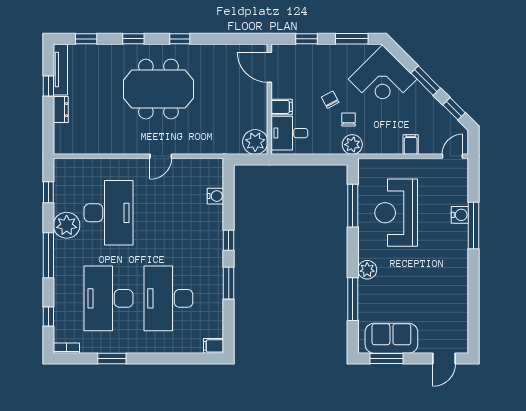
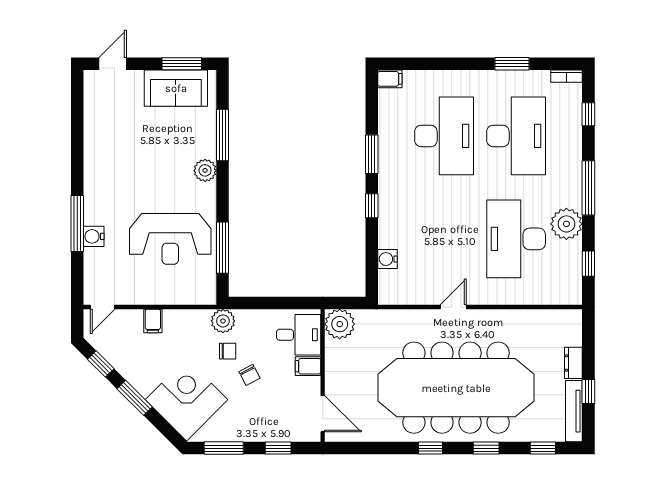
meeting table: (158, 89) -> (456, 388), width x1.86, depth x1.27
chair: (348, 119) -> (228, 351), turned -90
reception desk: (396, 213) -> (170, 239), turned 90

